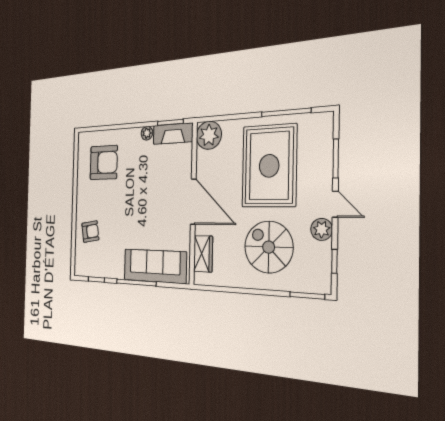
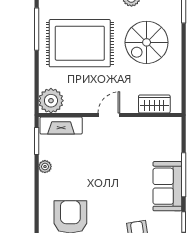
fireplace: (173, 134) -> (61, 126), moved, turned 90
door: (193, 202) -> (109, 115), width x0.53
sofa: (155, 266) -> (167, 186), moved, width x0.73

